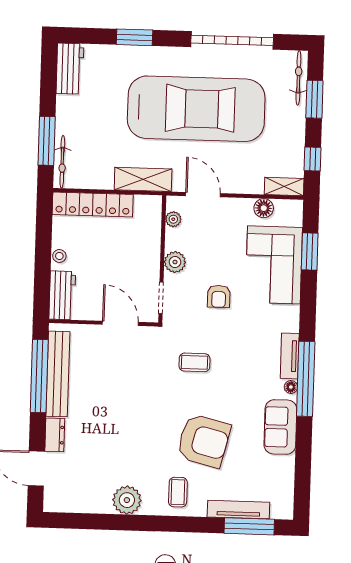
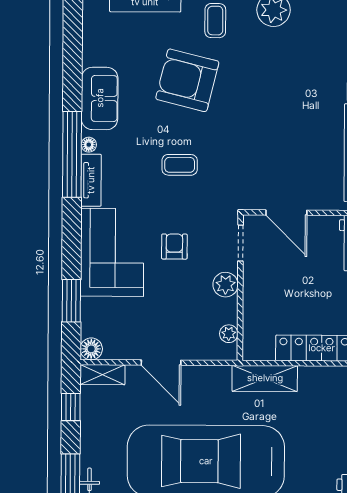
door: (203, 195) -> (161, 363), moved
floor lamp: (264, 208) -> (91, 349), moved
corner sofa: (274, 265) -> (112, 252), moved
coffee table: (195, 362) -> (180, 165), moved

